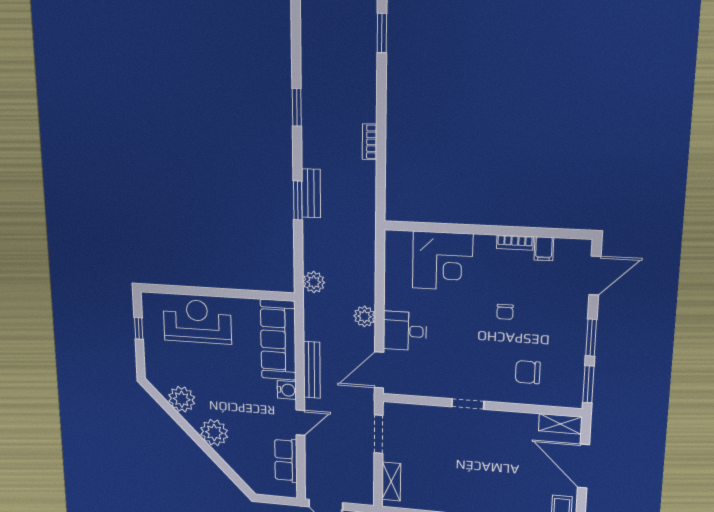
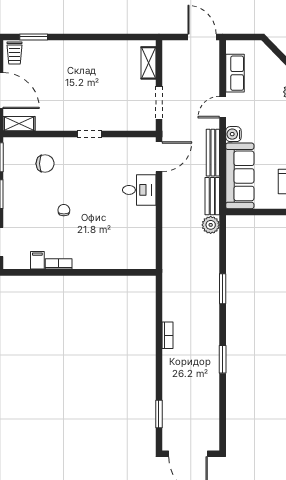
bench: (311, 193) -> (212, 196), moved
corner desk: (442, 261) -> (112, 247), removed
plant: (365, 316) -> (171, 200), removed

